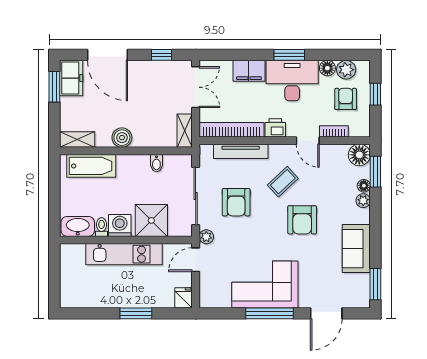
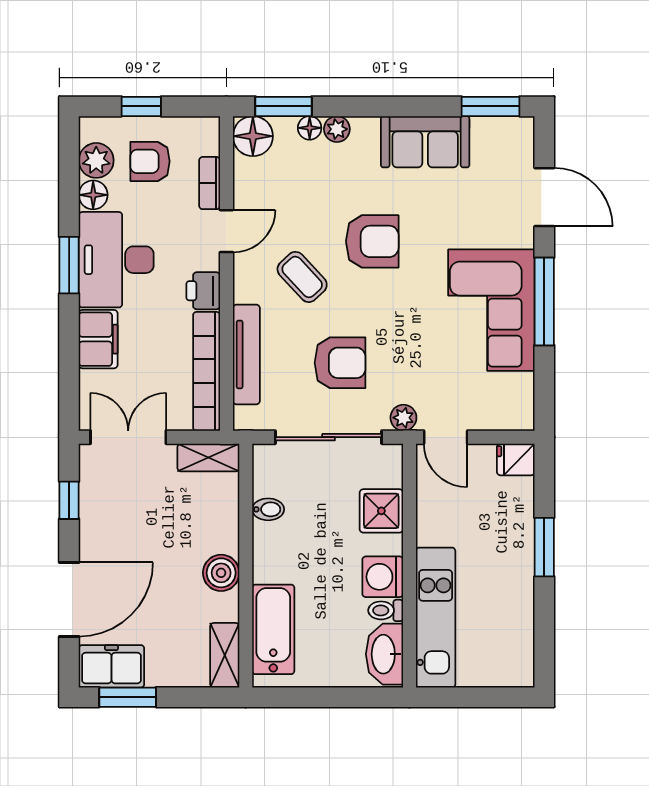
shower: (151, 220) -> (381, 511), width x0.73, depth x0.73
kitchen unit: (124, 254) -> (436, 618), moved

